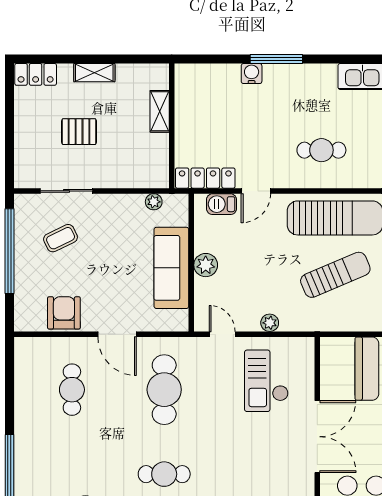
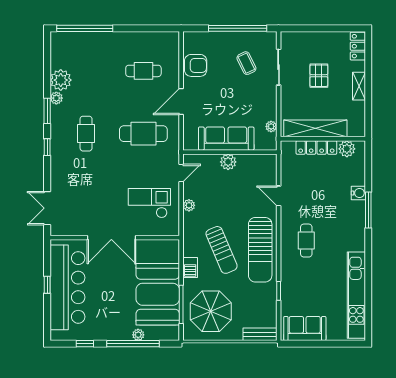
plant: (186, 91) -> (347, 149), added
shelving: (160, 111) -> (315, 128), width x2.20, depth x1.33
locker: (205, 178) -> (316, 147), moved, turned 90
barbecue: (221, 204) -> (190, 267), moved, turned 180

